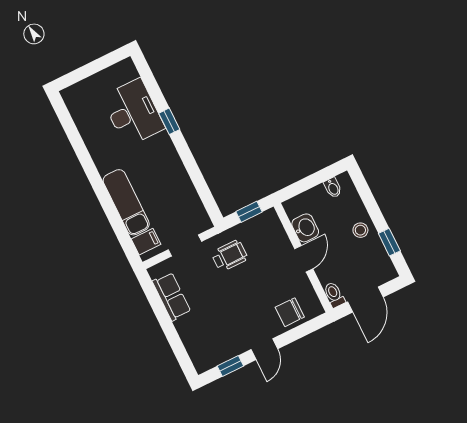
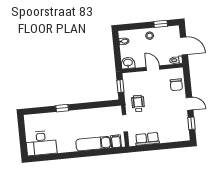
desk: (133, 113) -> (41, 143), moved, turned 180
washbasin: (305, 228) -> (128, 63), moved

